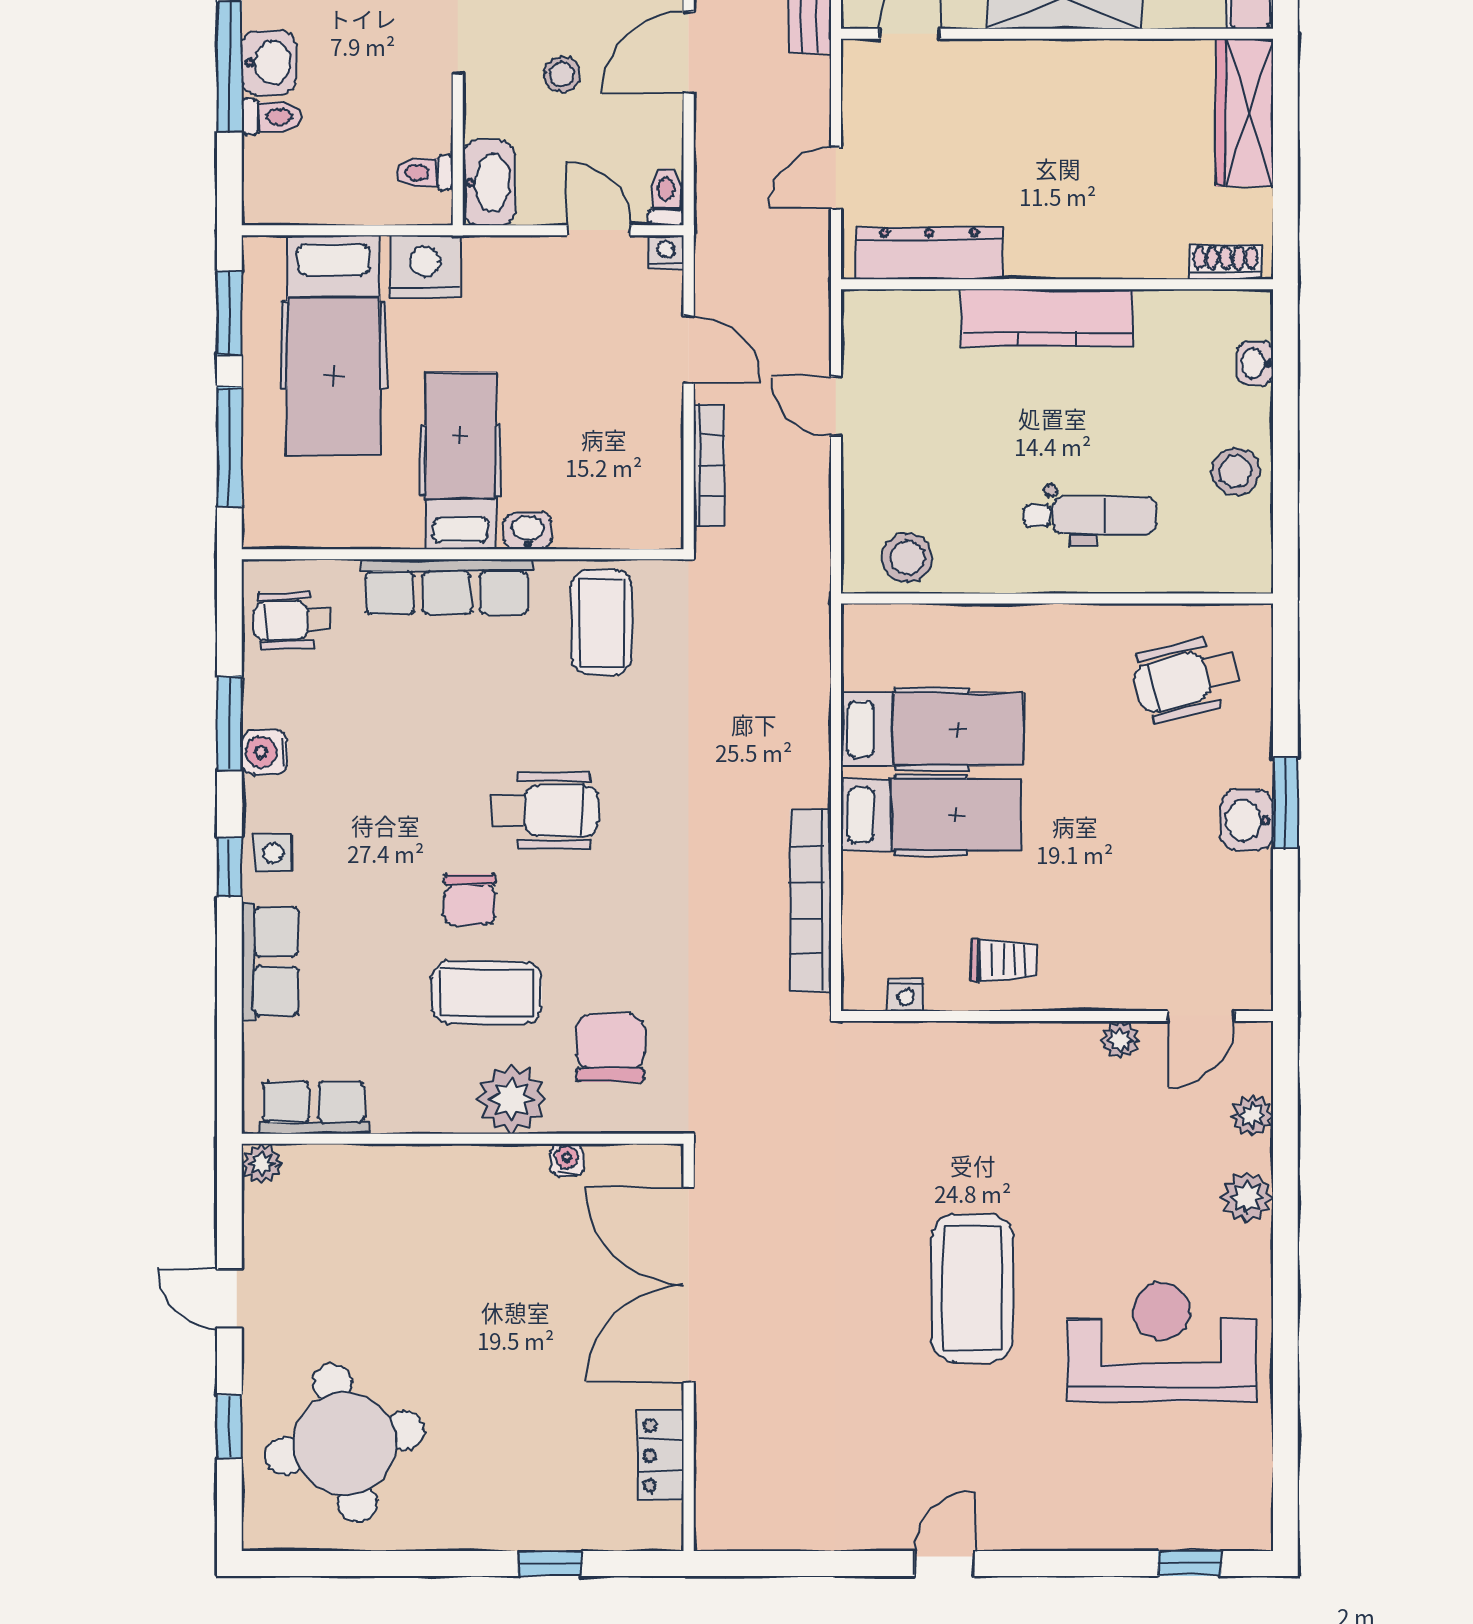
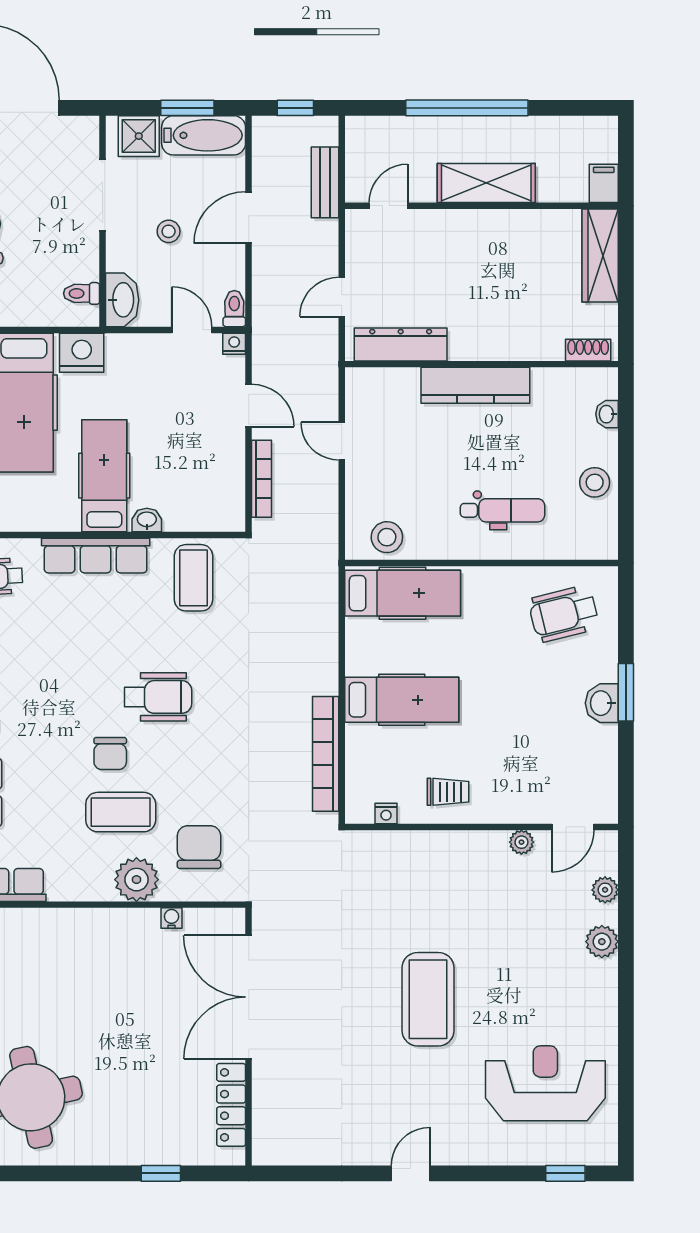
hospital bed: (932, 729) -> (403, 593), moved
reception desk: (1161, 1342) -> (545, 1083), moved
locker: (661, 1455) -> (231, 1105), width x1.53

